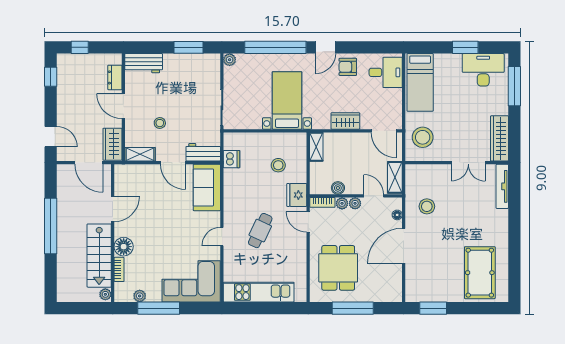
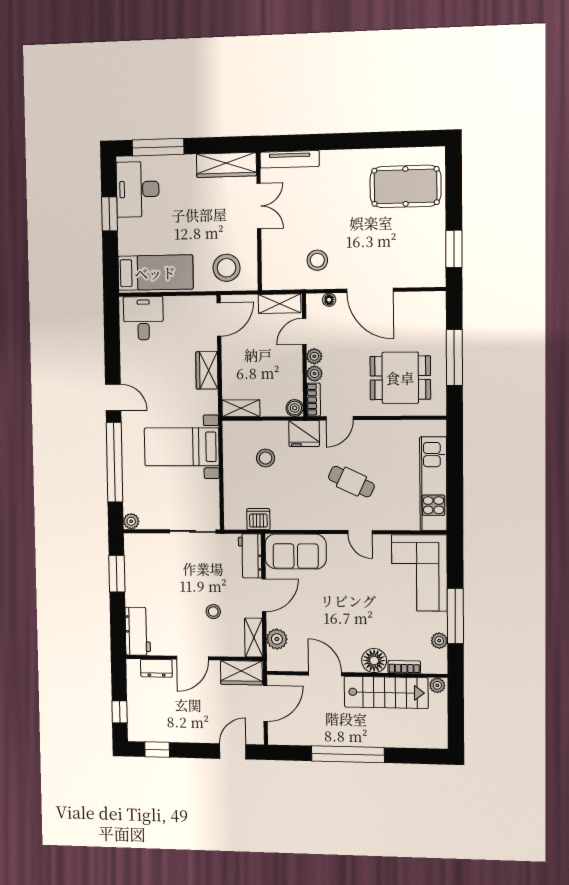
armchair: (348, 67) -> (137, 368), removed
plant: (139, 172) -> (277, 639), added
boiler: (338, 188) -> (295, 408), moved

